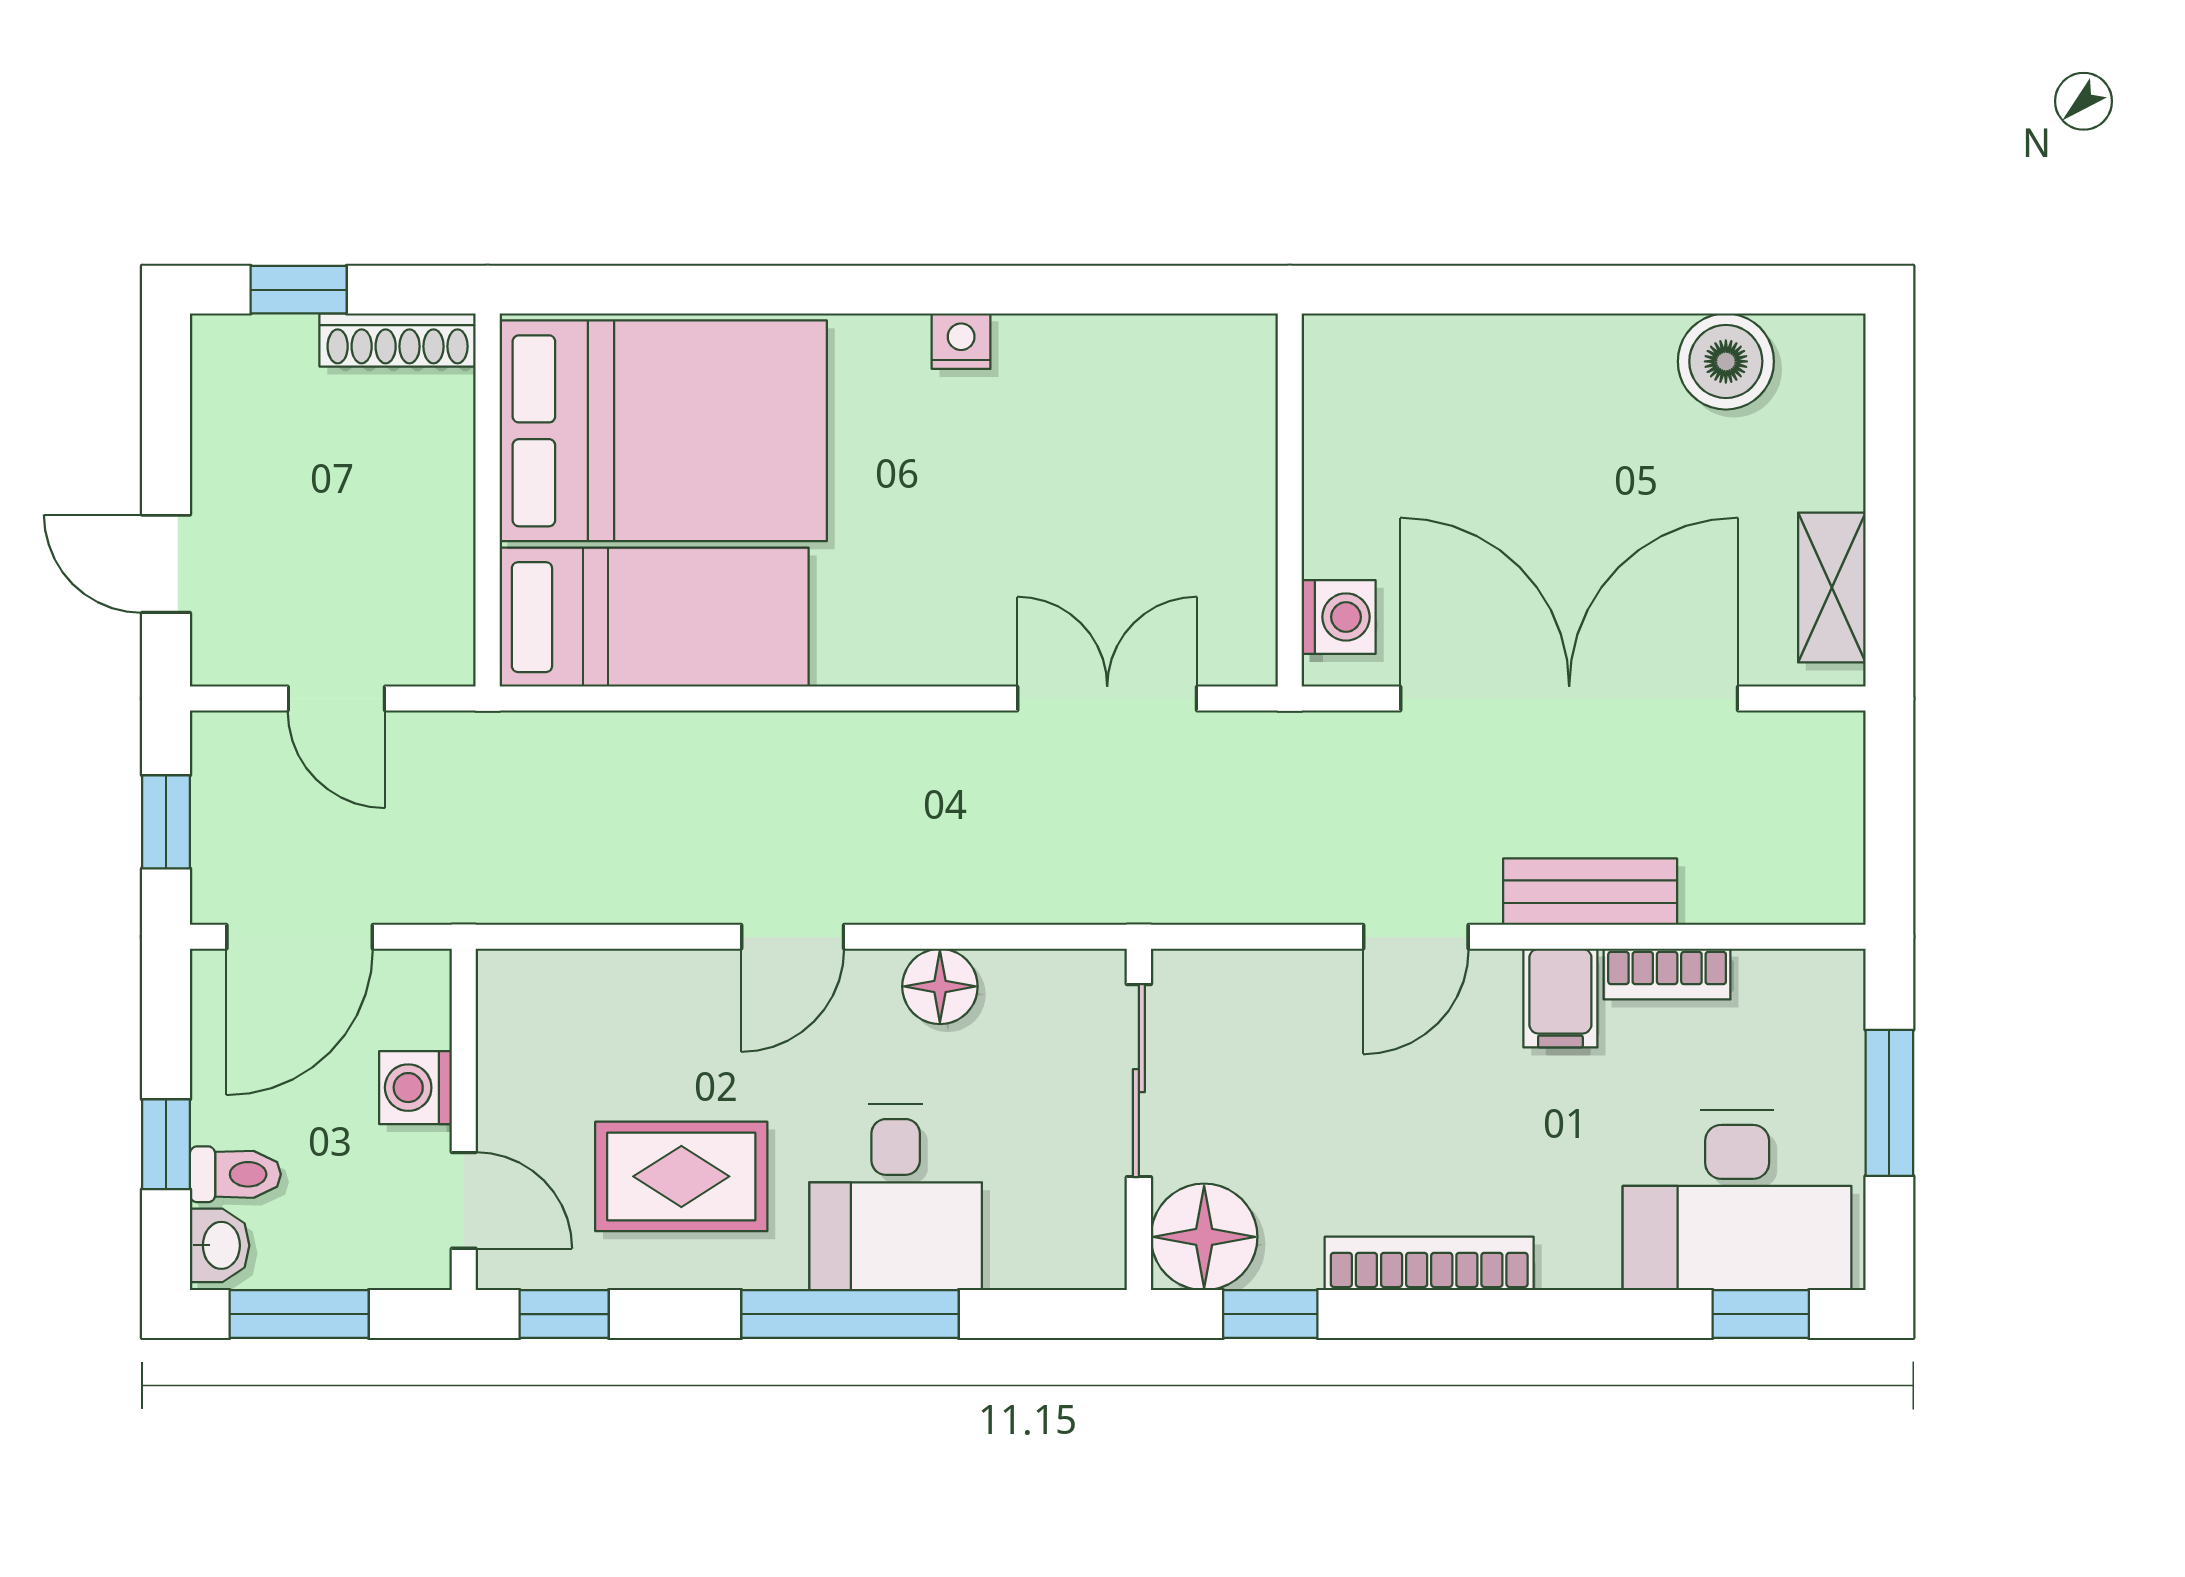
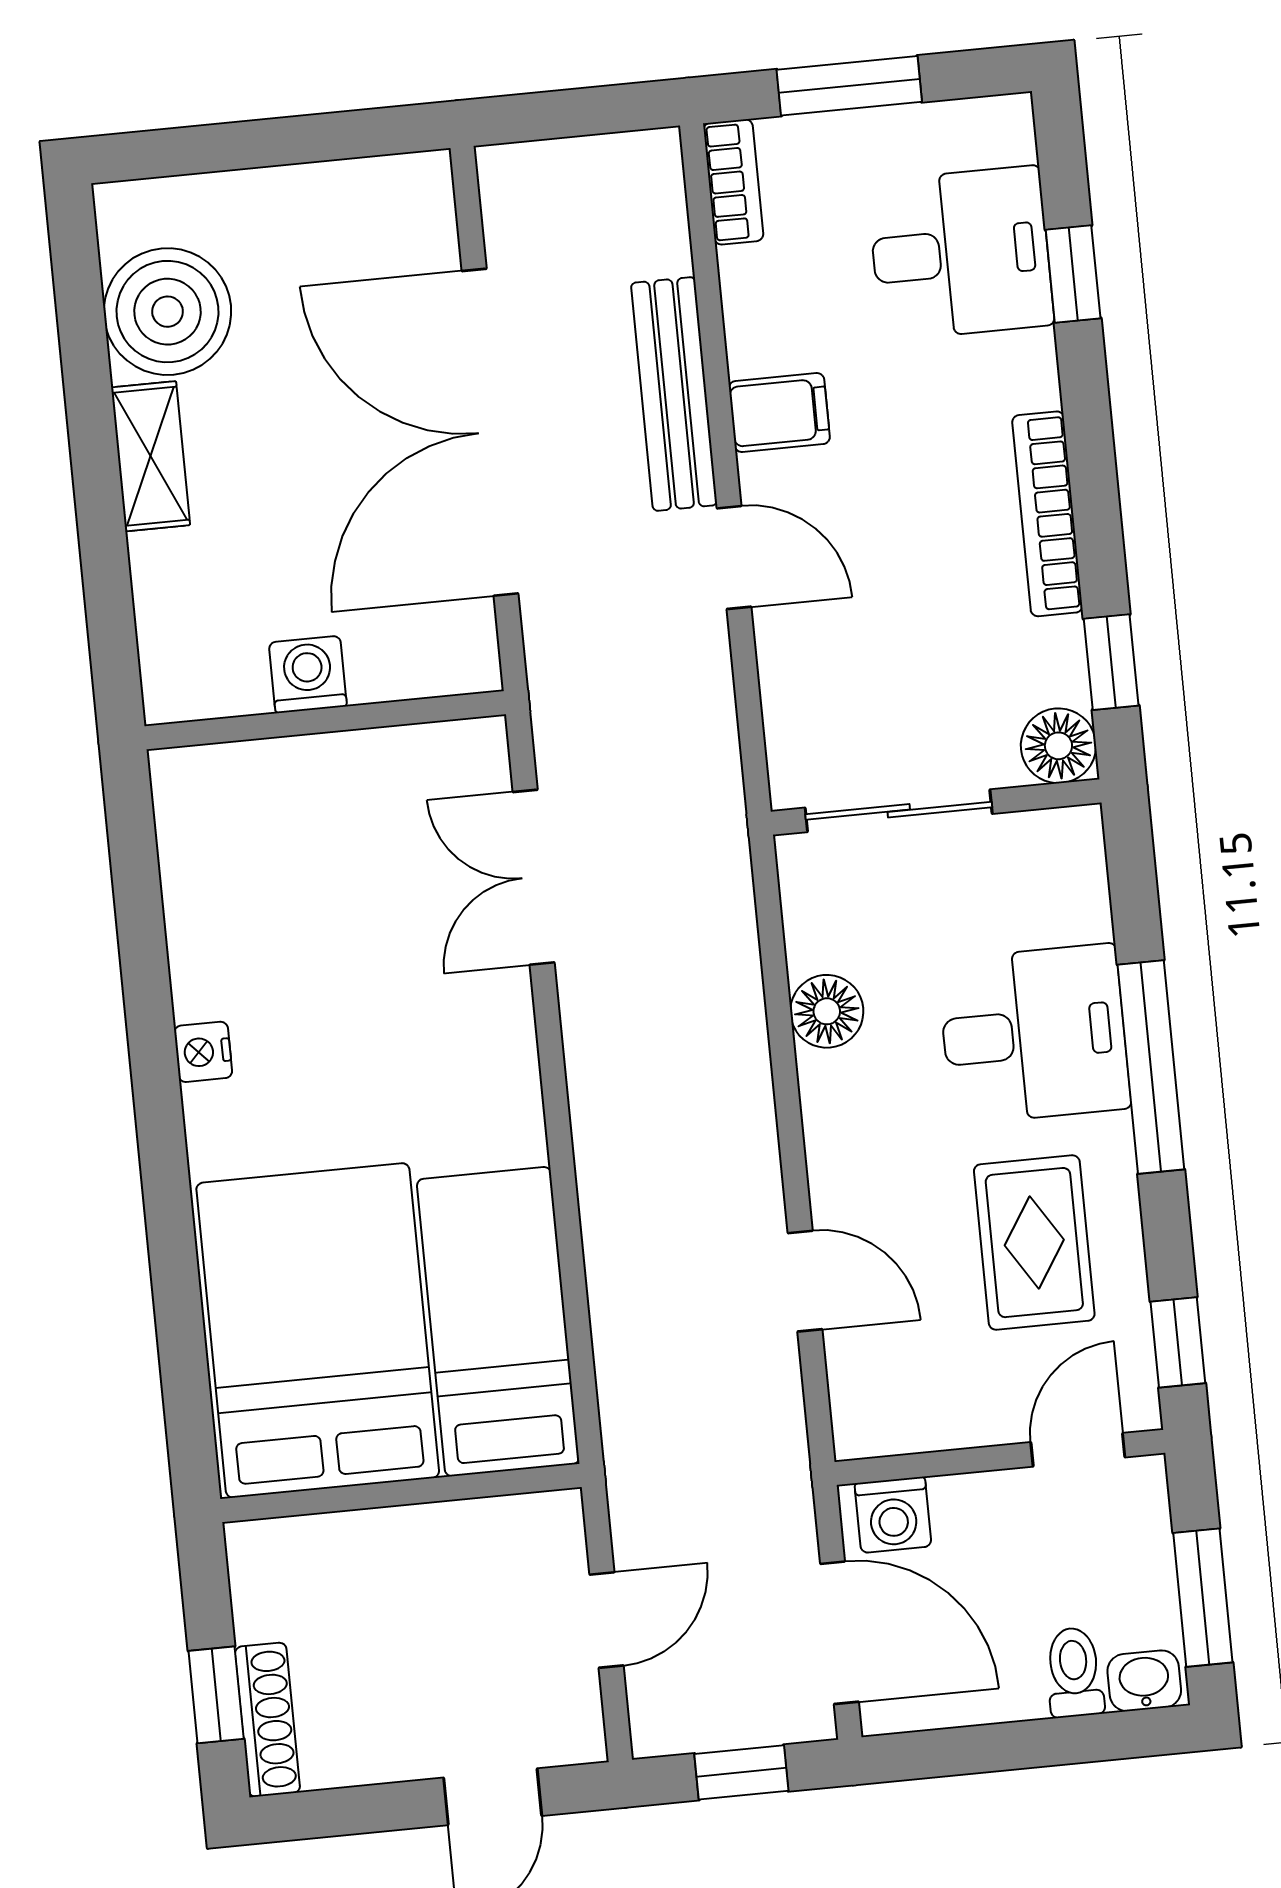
shoe rack: (398, 340) -> (267, 1720), moved
boiler: (1726, 361) -> (167, 312), width x1.37, depth x1.37
shelving: (1832, 588) -> (151, 456), moved, turned 90
washing machine: (1339, 617) -> (308, 674), moved
bench: (1590, 892) -> (674, 394), width x1.36
door: (793, 937) -> (805, 1281), moved
bookcase: (1667, 974) -> (733, 182), moved
washing machine: (415, 1088) -> (893, 1515), moved
window: (166, 1144) -> (1052, 1742), removed
desk: (1737, 1200) -> (960, 253), width x0.73
floor lamp: (1204, 1237) -> (1058, 746), width x0.73, depth x0.73
window: (1761, 1314) -> (1073, 274), moved

